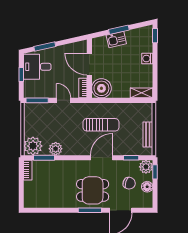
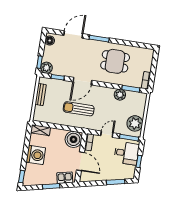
kitchen sink: (116, 39) -> (65, 178), moved
washing machine: (147, 59) -> (36, 155), width x1.89, depth x1.89
desk: (37, 67) -> (126, 153), moved
door: (64, 100) -> (107, 134), swing flipped
plant: (33, 146) -> (135, 123), moved
chair: (129, 183) -> (63, 56), removed
floor lamp: (147, 187) -> (50, 41), moved
dining table: (93, 190) -> (115, 61), moved

